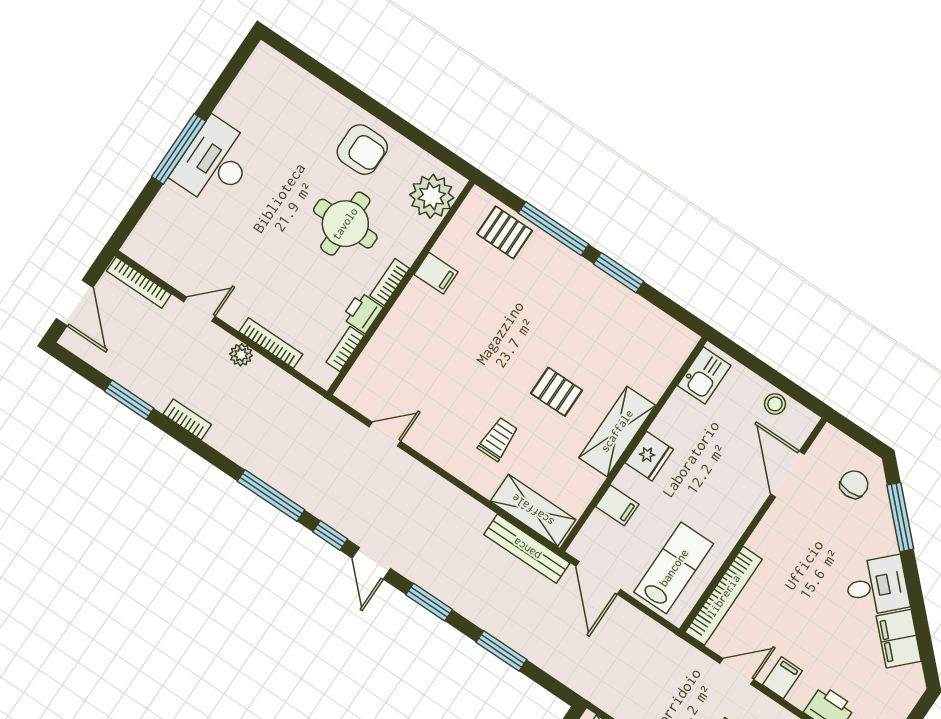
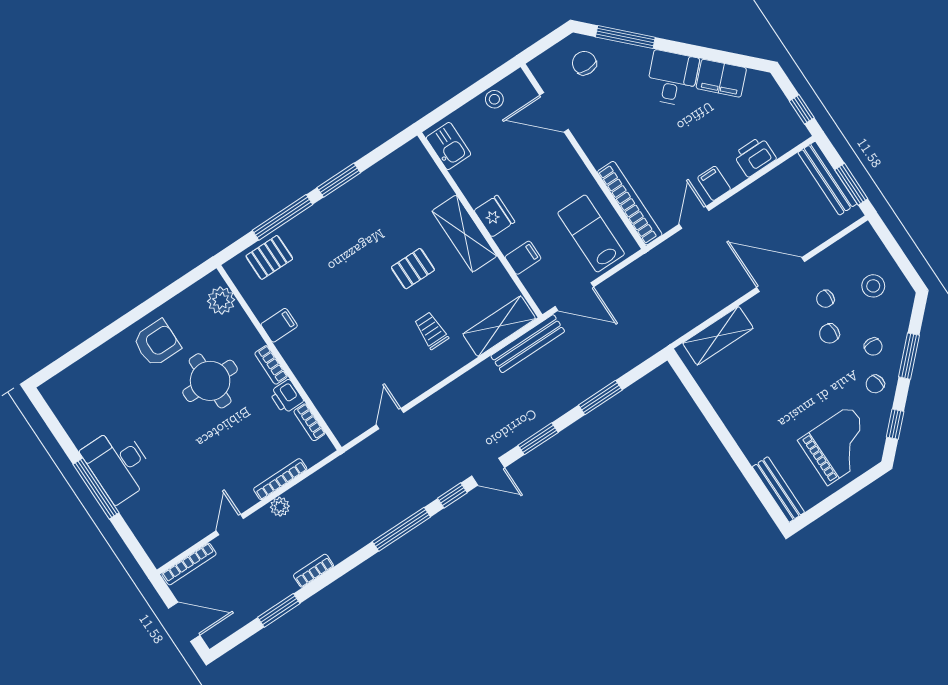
plant: (432, 196) -> (221, 301), width x0.73, depth x0.73

